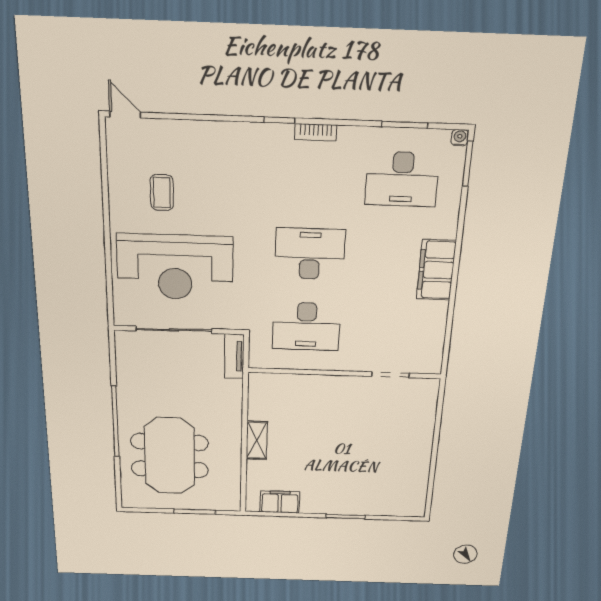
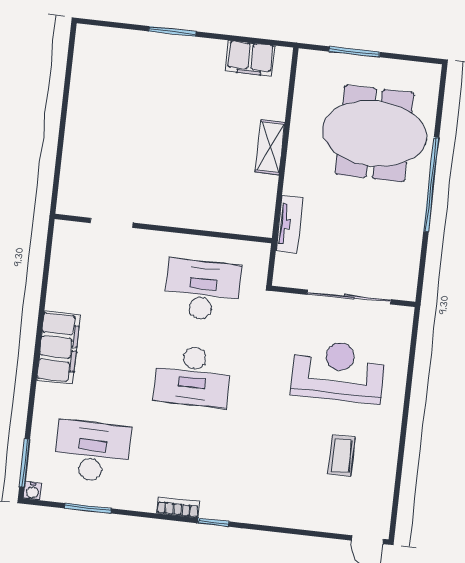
reception desk: (175, 267) -> (338, 371), width x0.74, depth x0.77
tv unit: (234, 356) -> (289, 224), moved
meeting table: (170, 456) -> (374, 134), turned 90

